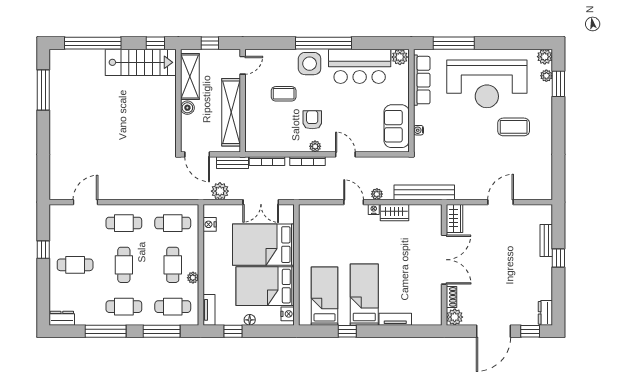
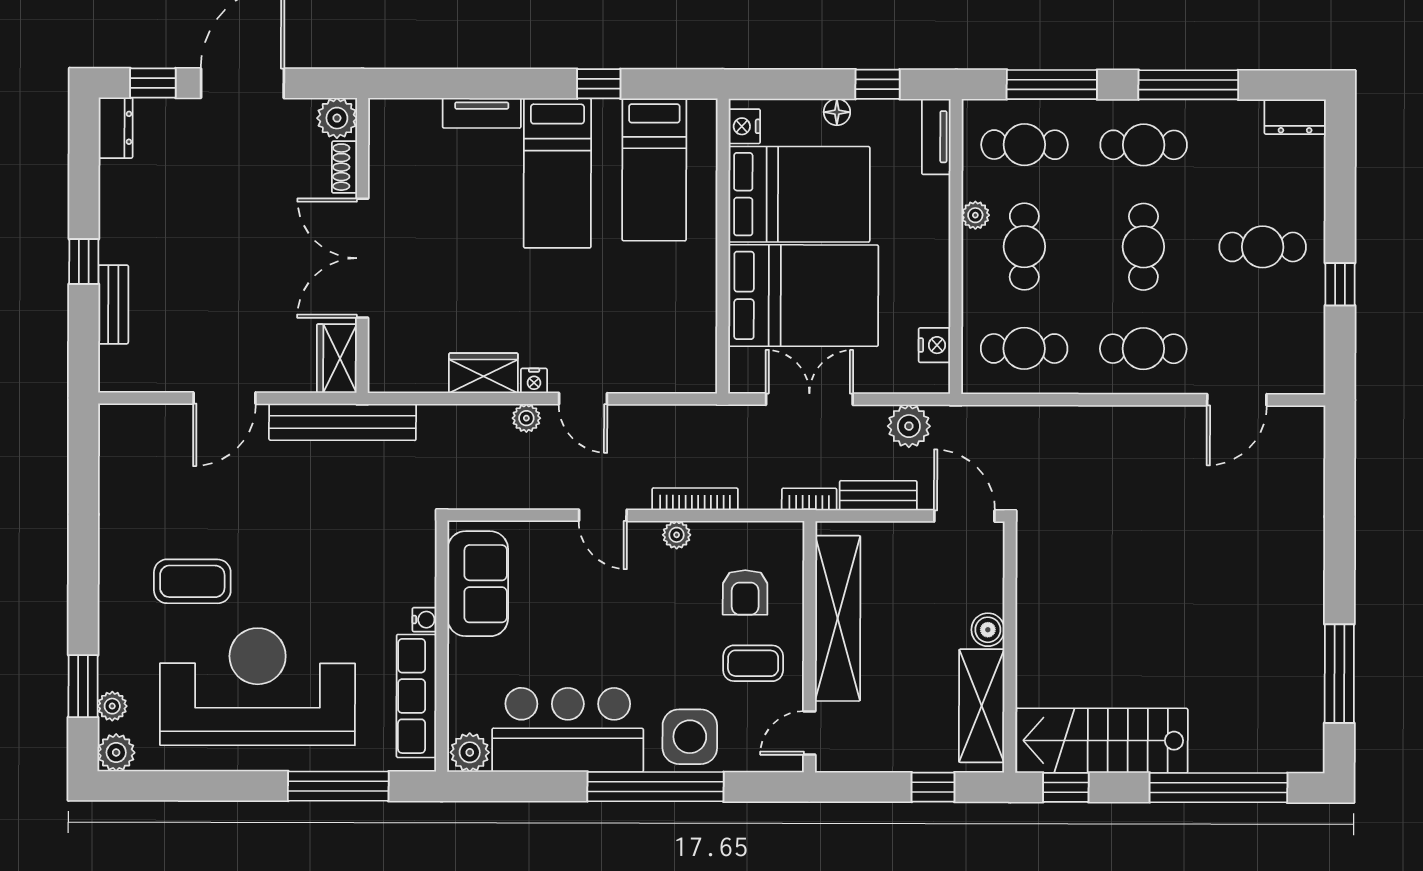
door: (243, 65) -> (809, 733), moved
wall: (243, 101) -> (810, 647), moved
shelving: (231, 112) -> (838, 618), moved
armchair: (312, 120) -> (745, 592), moved
water cooler: (418, 130) -> (424, 620), moved
bookcase: (267, 161) -> (809, 499), width x0.64
bench: (424, 192) -> (343, 422), moved

